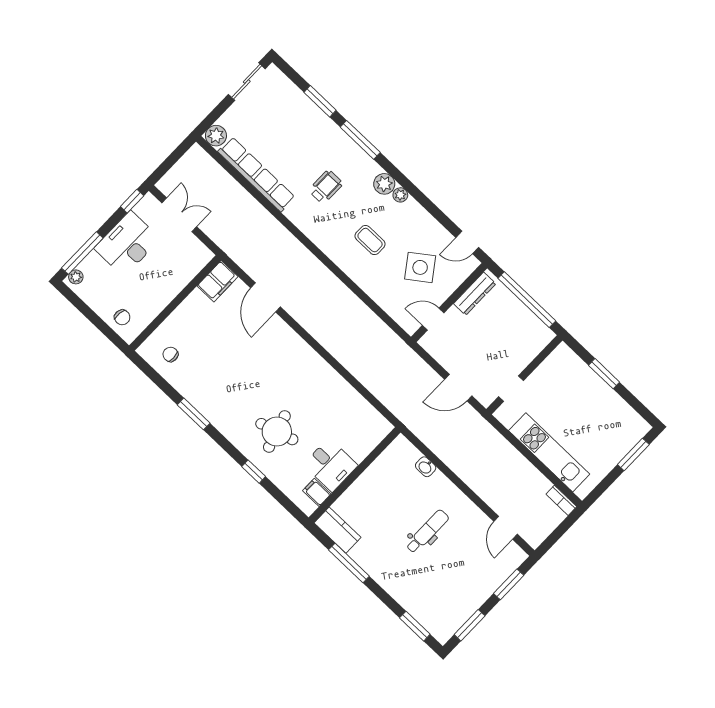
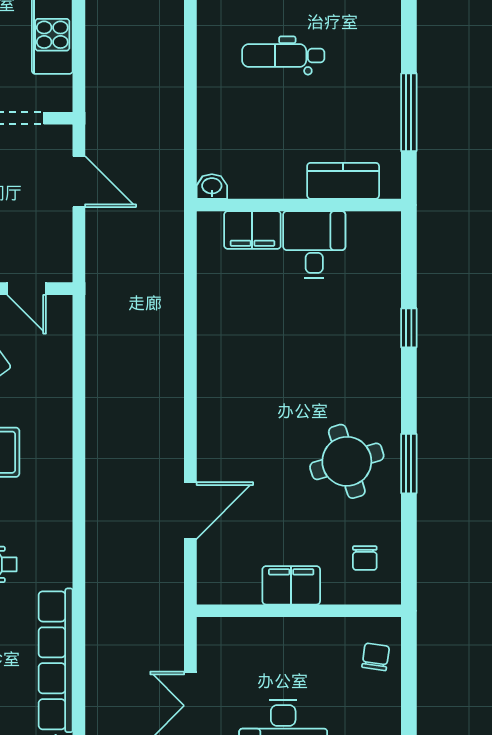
filing cabinet: (218, 281) -> (291, 585), moved
round table: (277, 432) -> (347, 461), moved
washbasin: (426, 467) -> (212, 187), moved, turned -90
filing cabinet: (317, 492) -> (252, 230), moved, width x2.00
kitchen counter: (338, 530) -> (343, 181), moved, turned 90

